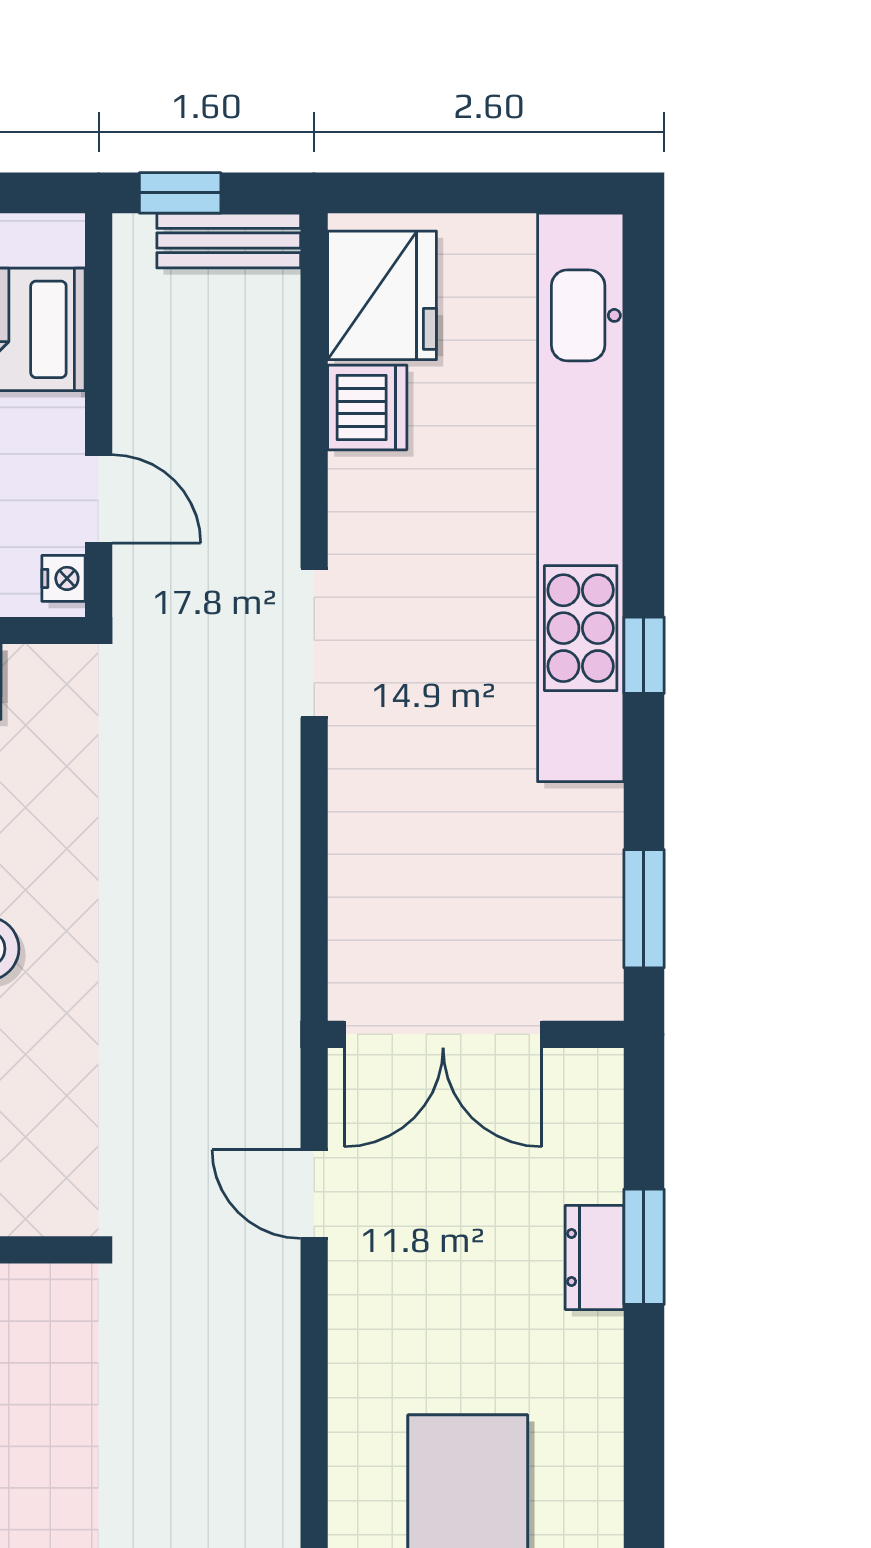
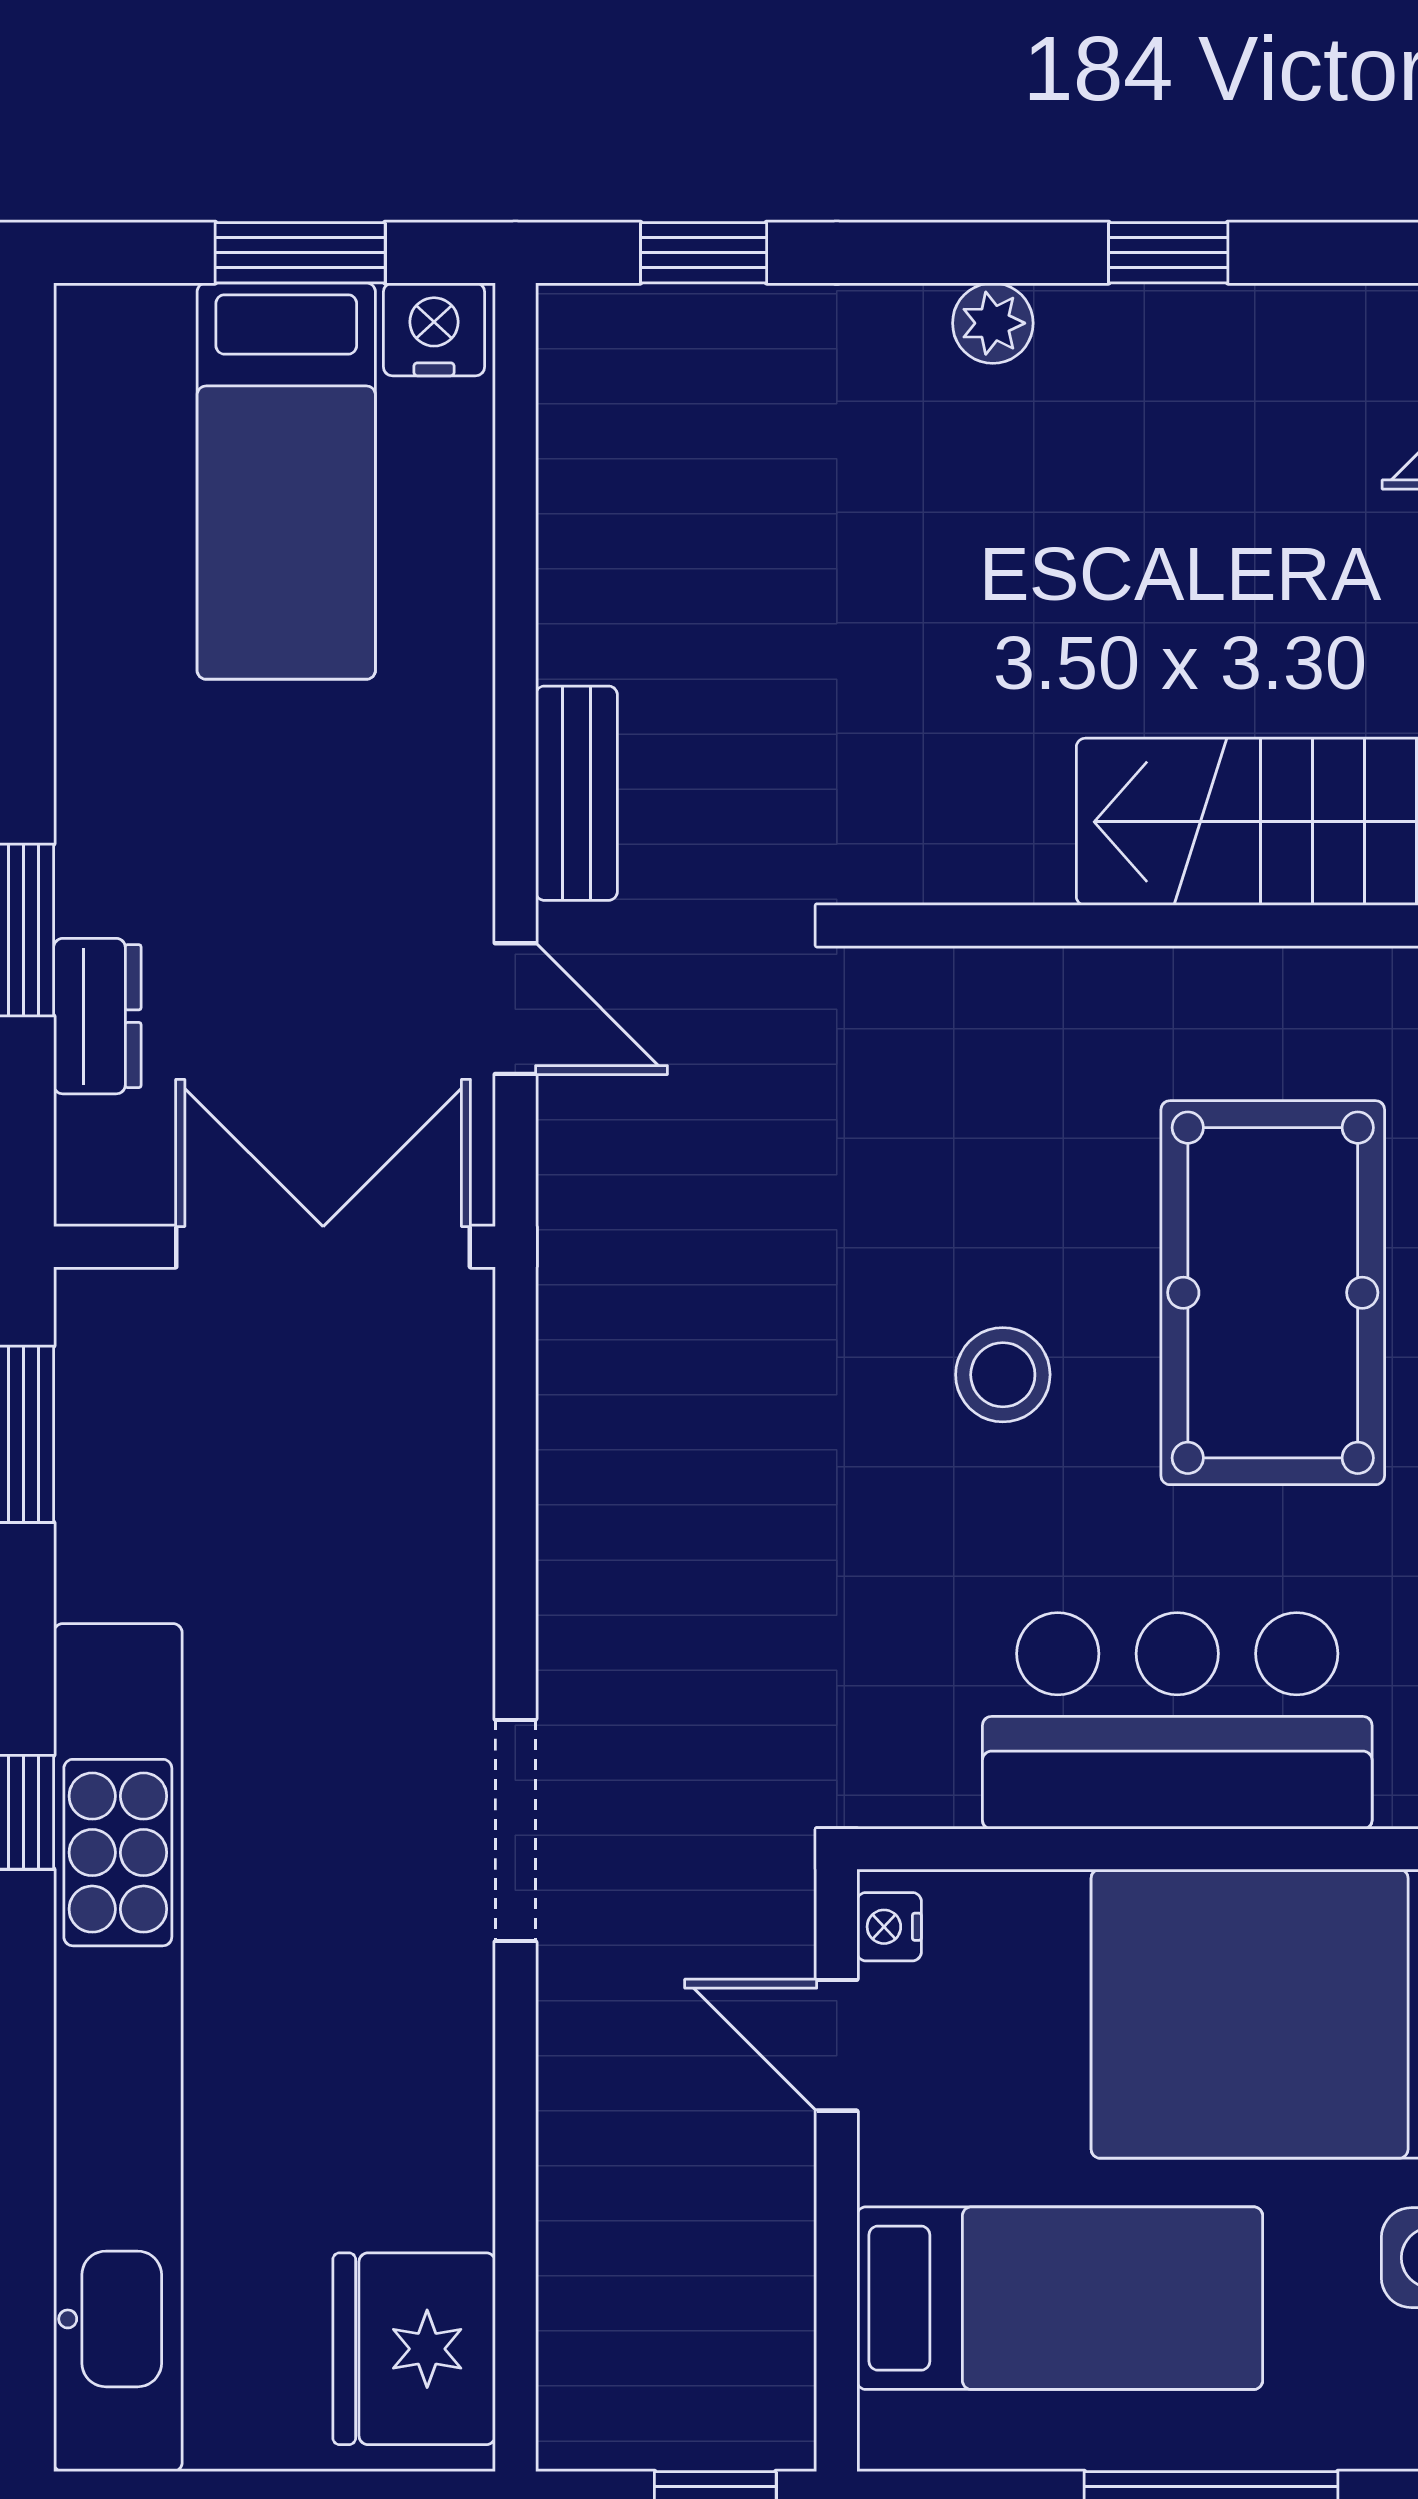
bench: (229, 241) -> (576, 793), moved, turned 90
dishwasher: (367, 407) -> (436, 2182), removed
dresser: (594, 1257) -> (97, 1016), moved

